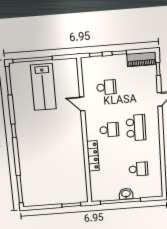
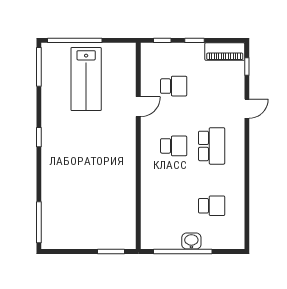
door: (82, 104) -> (138, 107), swing flipped
locker: (93, 156) -> (148, 182), removed

